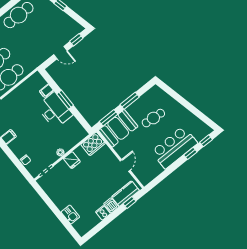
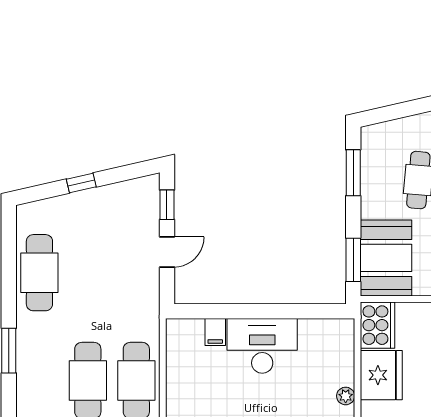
window: (65, 100) -> (258, 311), removed
window: (130, 101) -> (353, 173), moved
fridge: (72, 160) -> (381, 375), width x1.88, depth x1.34

